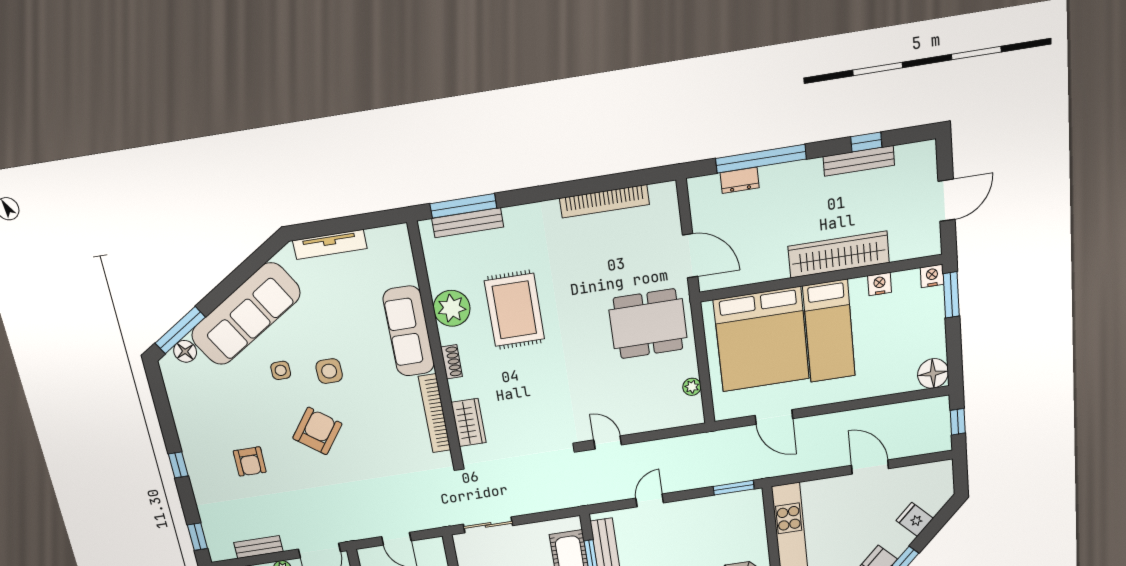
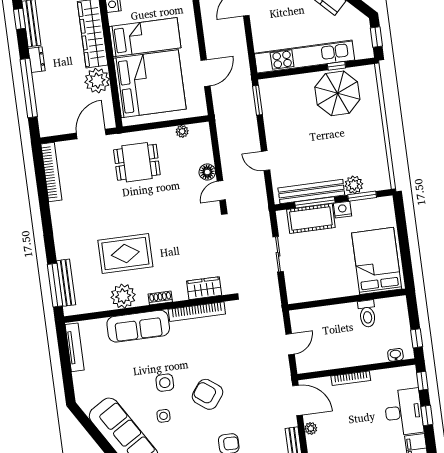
dresser: (740, 180) -> (37, 60), moved
bookcase: (604, 201) -> (51, 172), moved
tv unit: (330, 244) -> (75, 347), moved
plant: (769, 263) -> (97, 81), added
dining table: (648, 324) -> (137, 162), width x0.73
floor lamp: (634, 423) -> (207, 172), added
sliding door: (488, 525) -> (278, 254), moved

